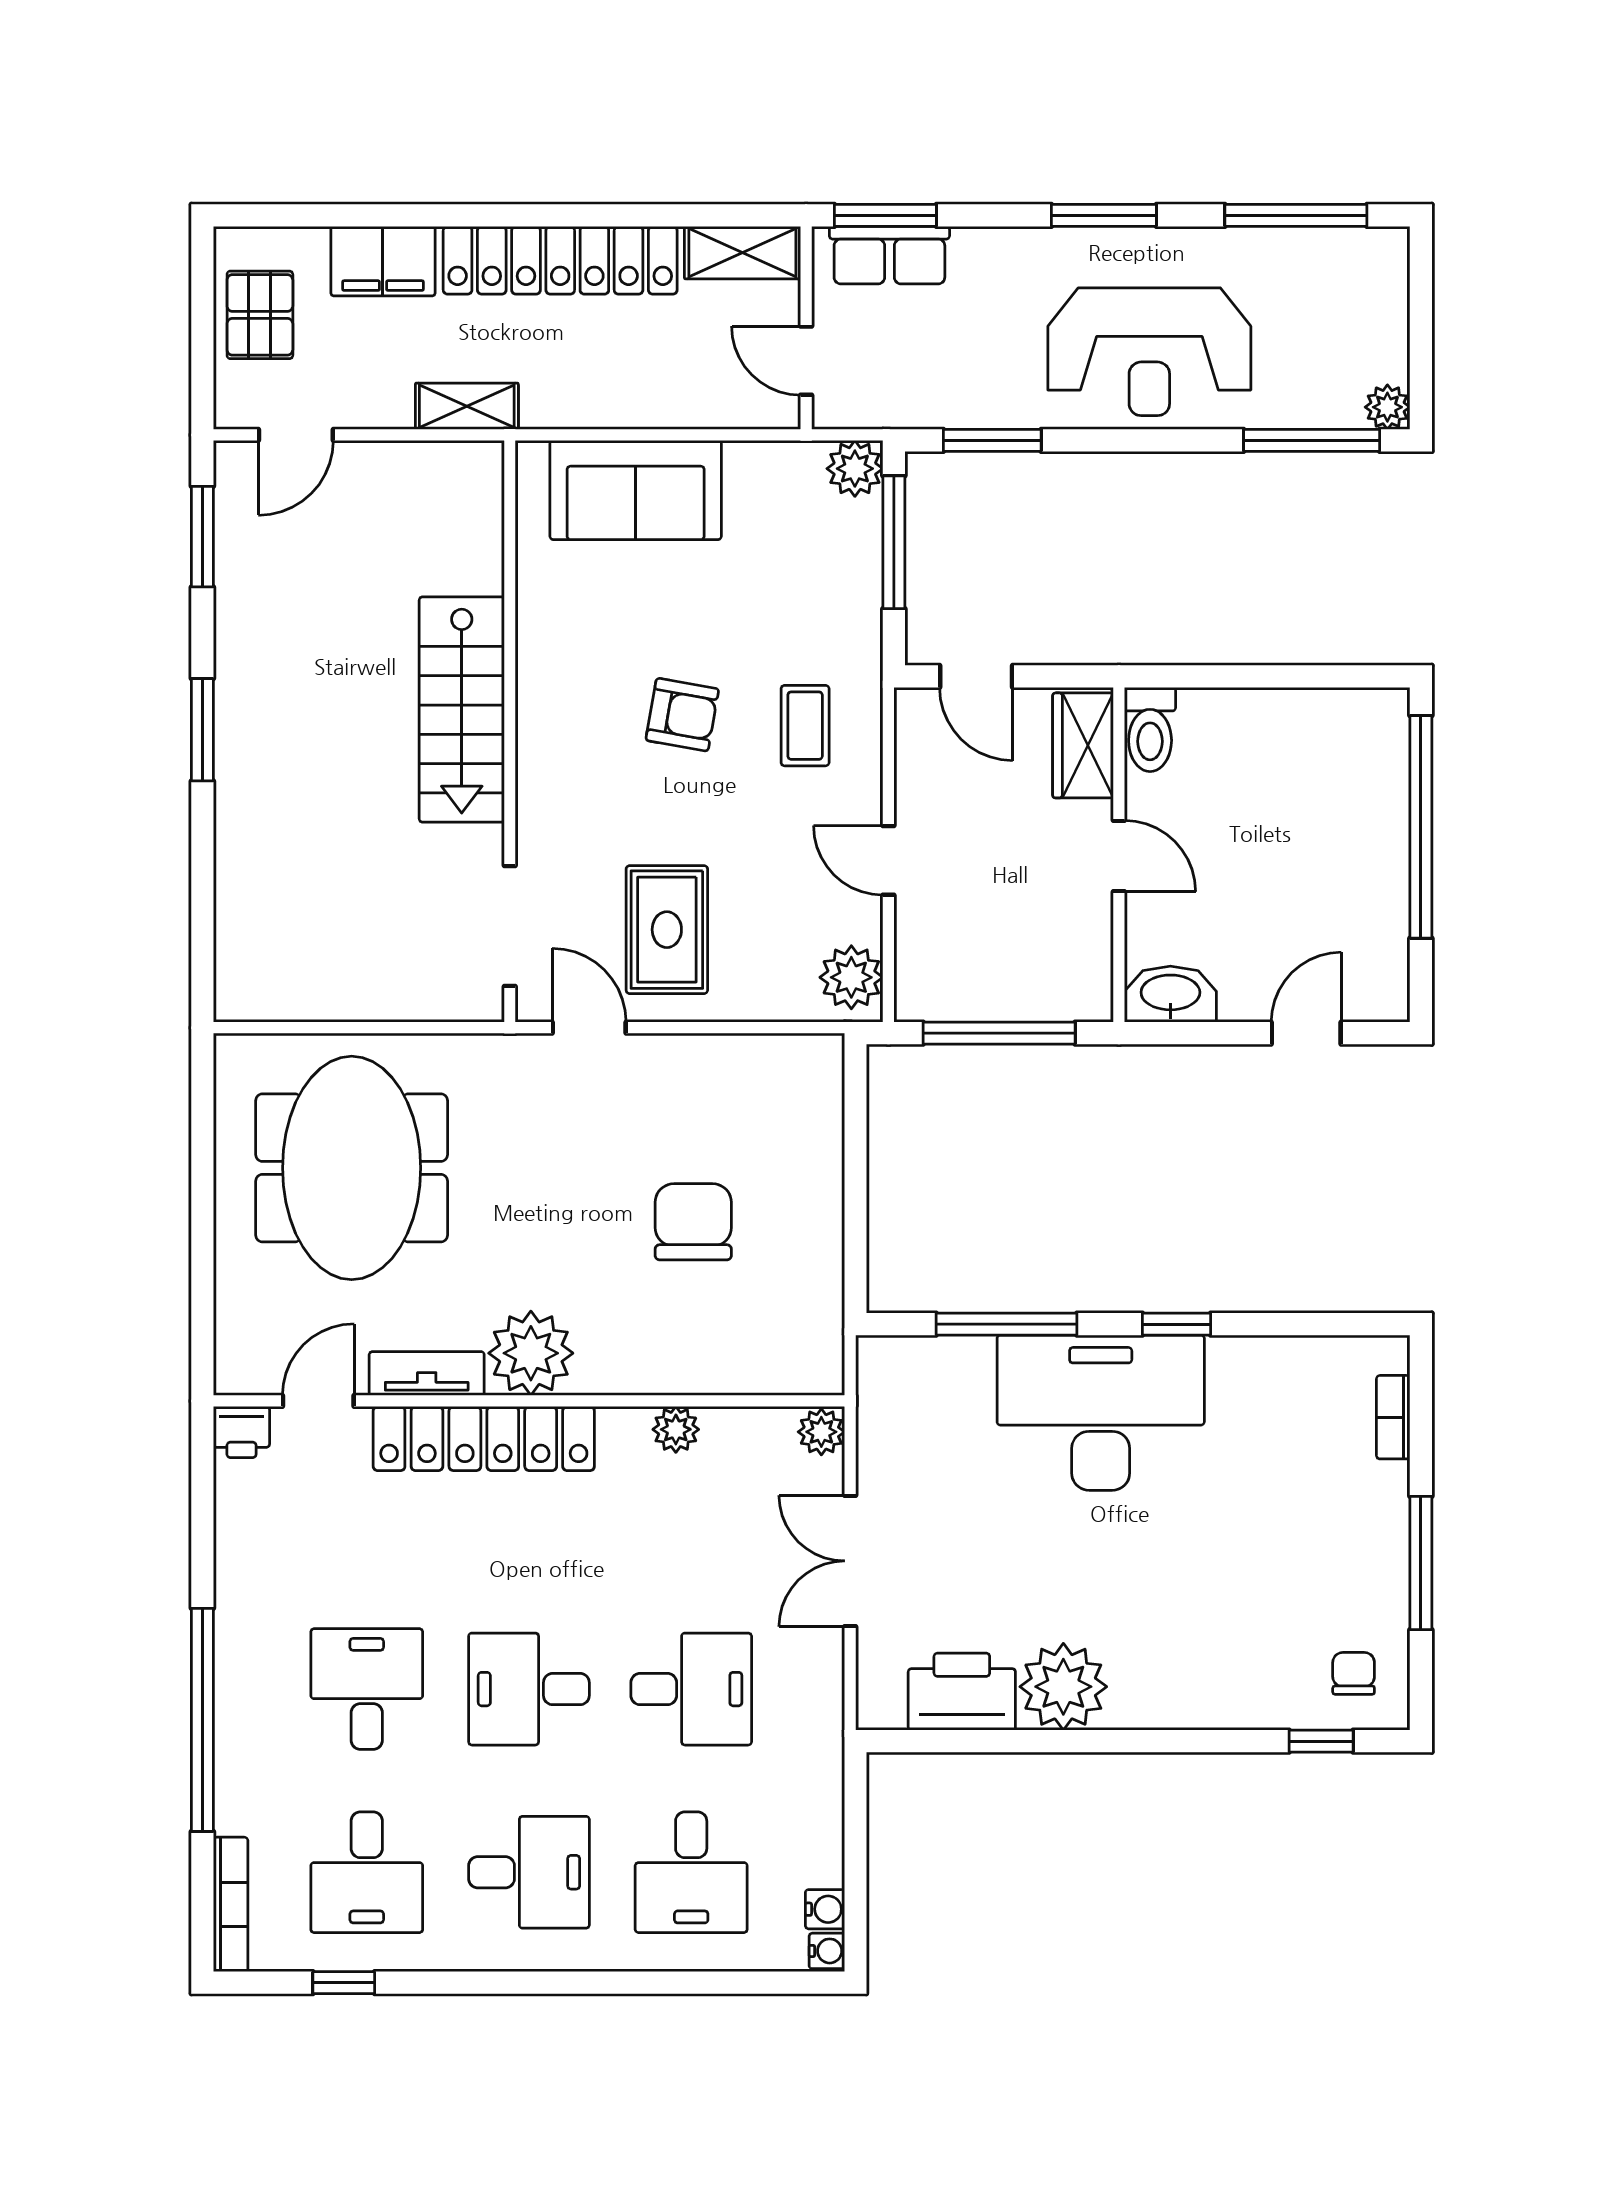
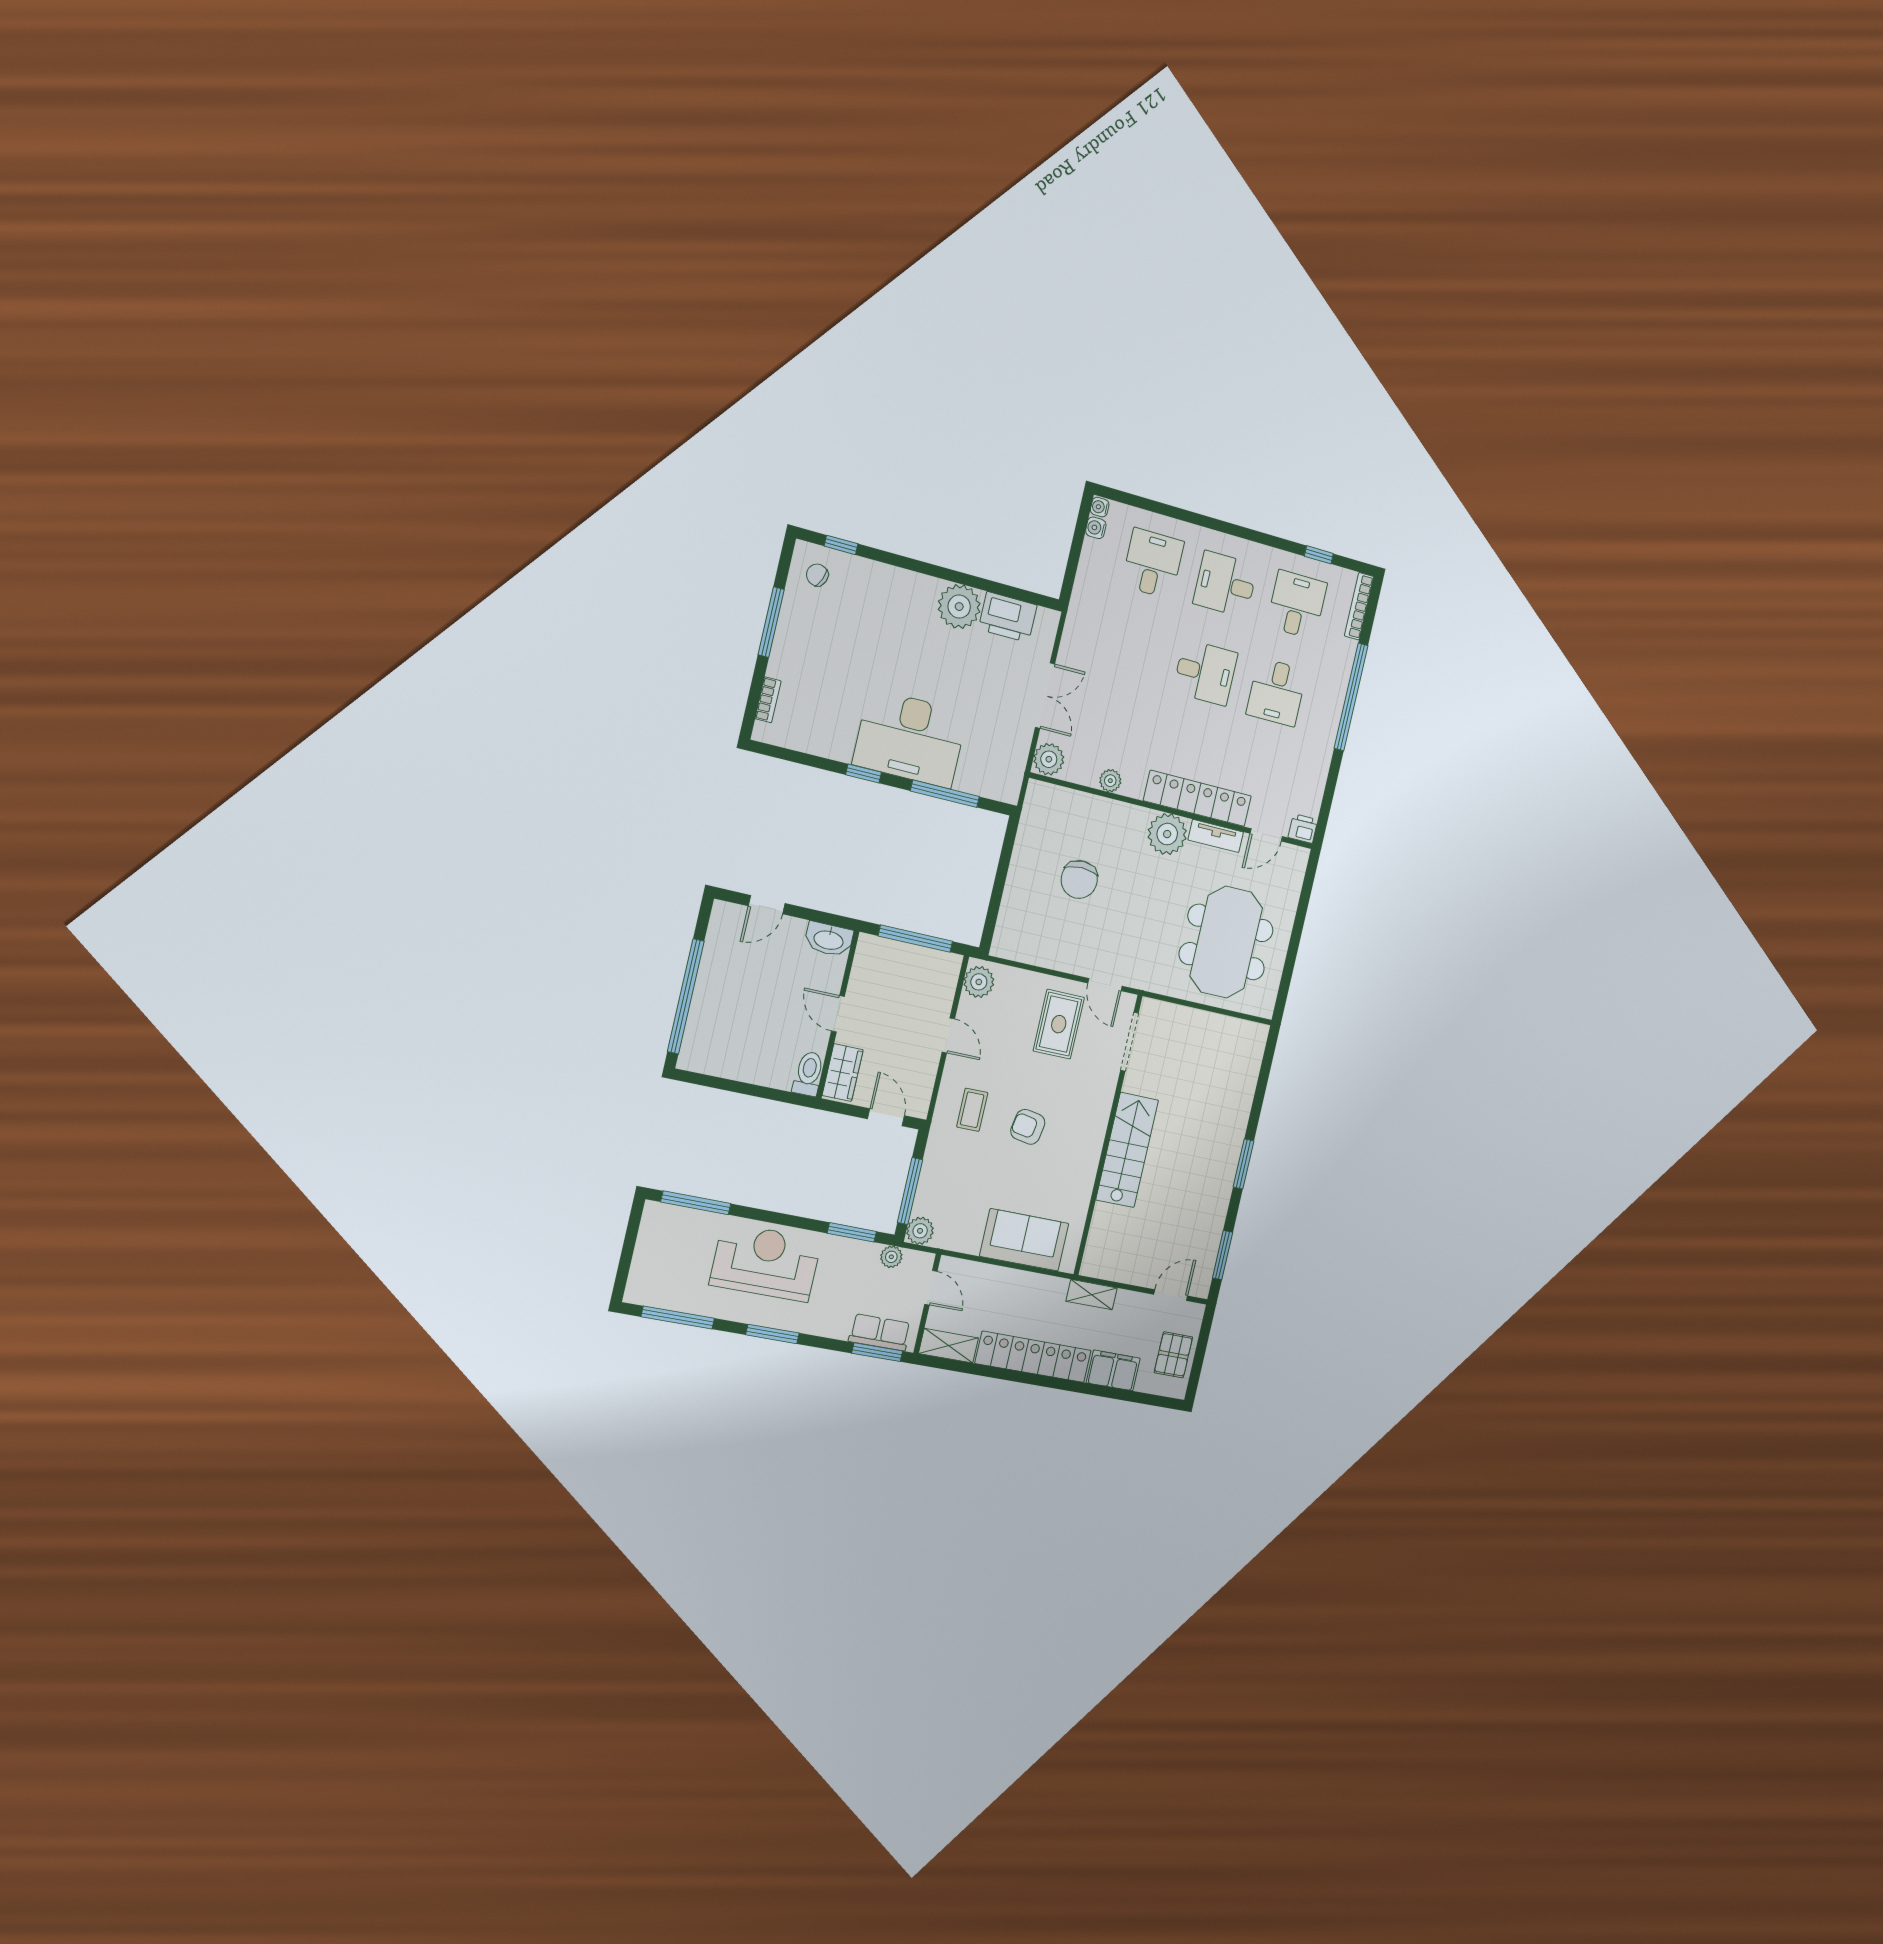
plant: (1387, 407) -> (891, 1257), moved
plant: (821, 1432) -> (1049, 759), width x1.38, depth x1.38
chair: (1354, 1673) -> (817, 575), turned 113
desk: (691, 1689) -> (1132, 653), removed

